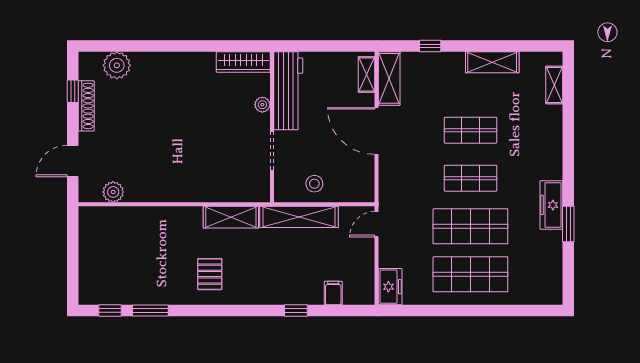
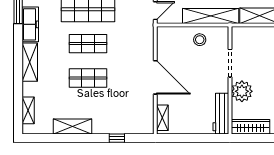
shelving: (389, 78) -> (30, 62), moved
workbench: (288, 91) -> (221, 114), width x0.73, depth x0.76
plant: (262, 105) -> (242, 91), width x1.88, depth x1.88

